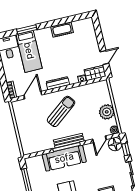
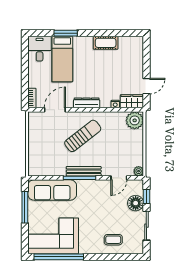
plant: (107, 112) -> (135, 120), moved
floor lamp: (115, 144) -> (136, 203), moved
sofa: (64, 158) -> (52, 190), moved

